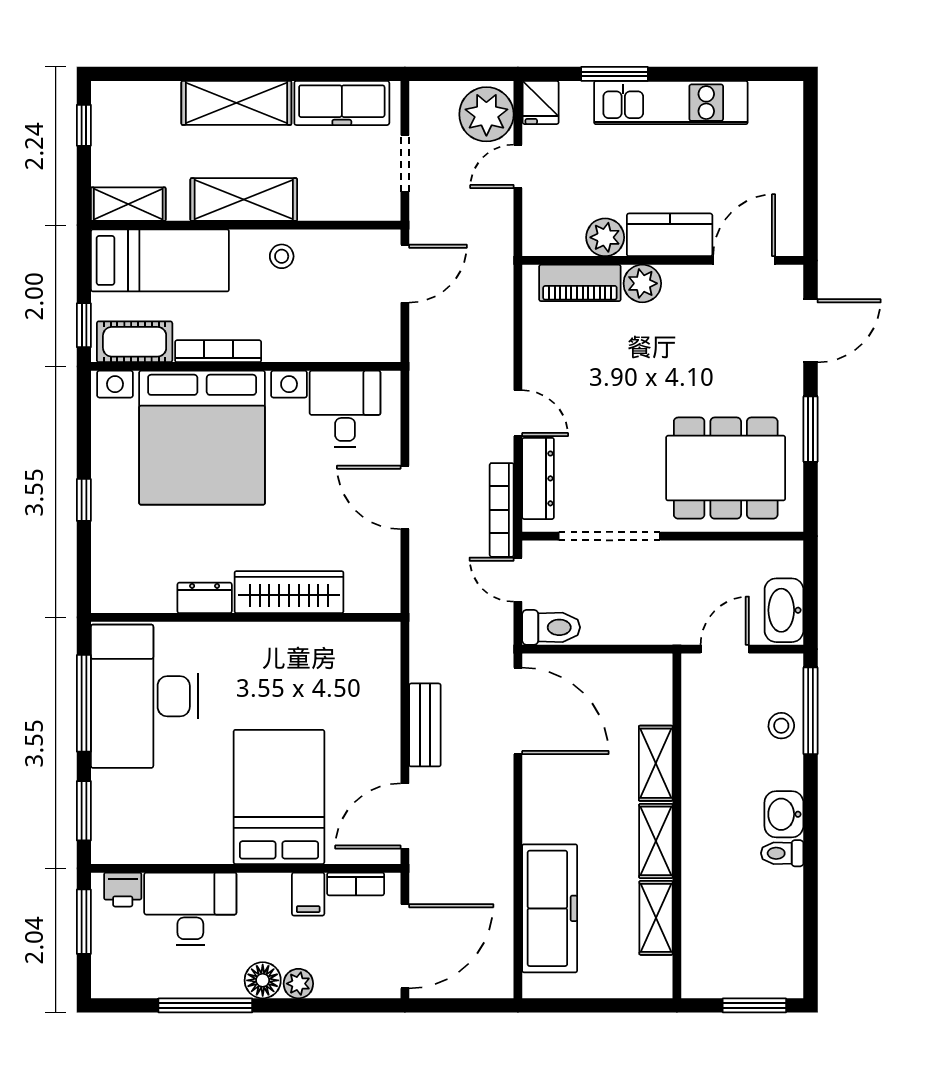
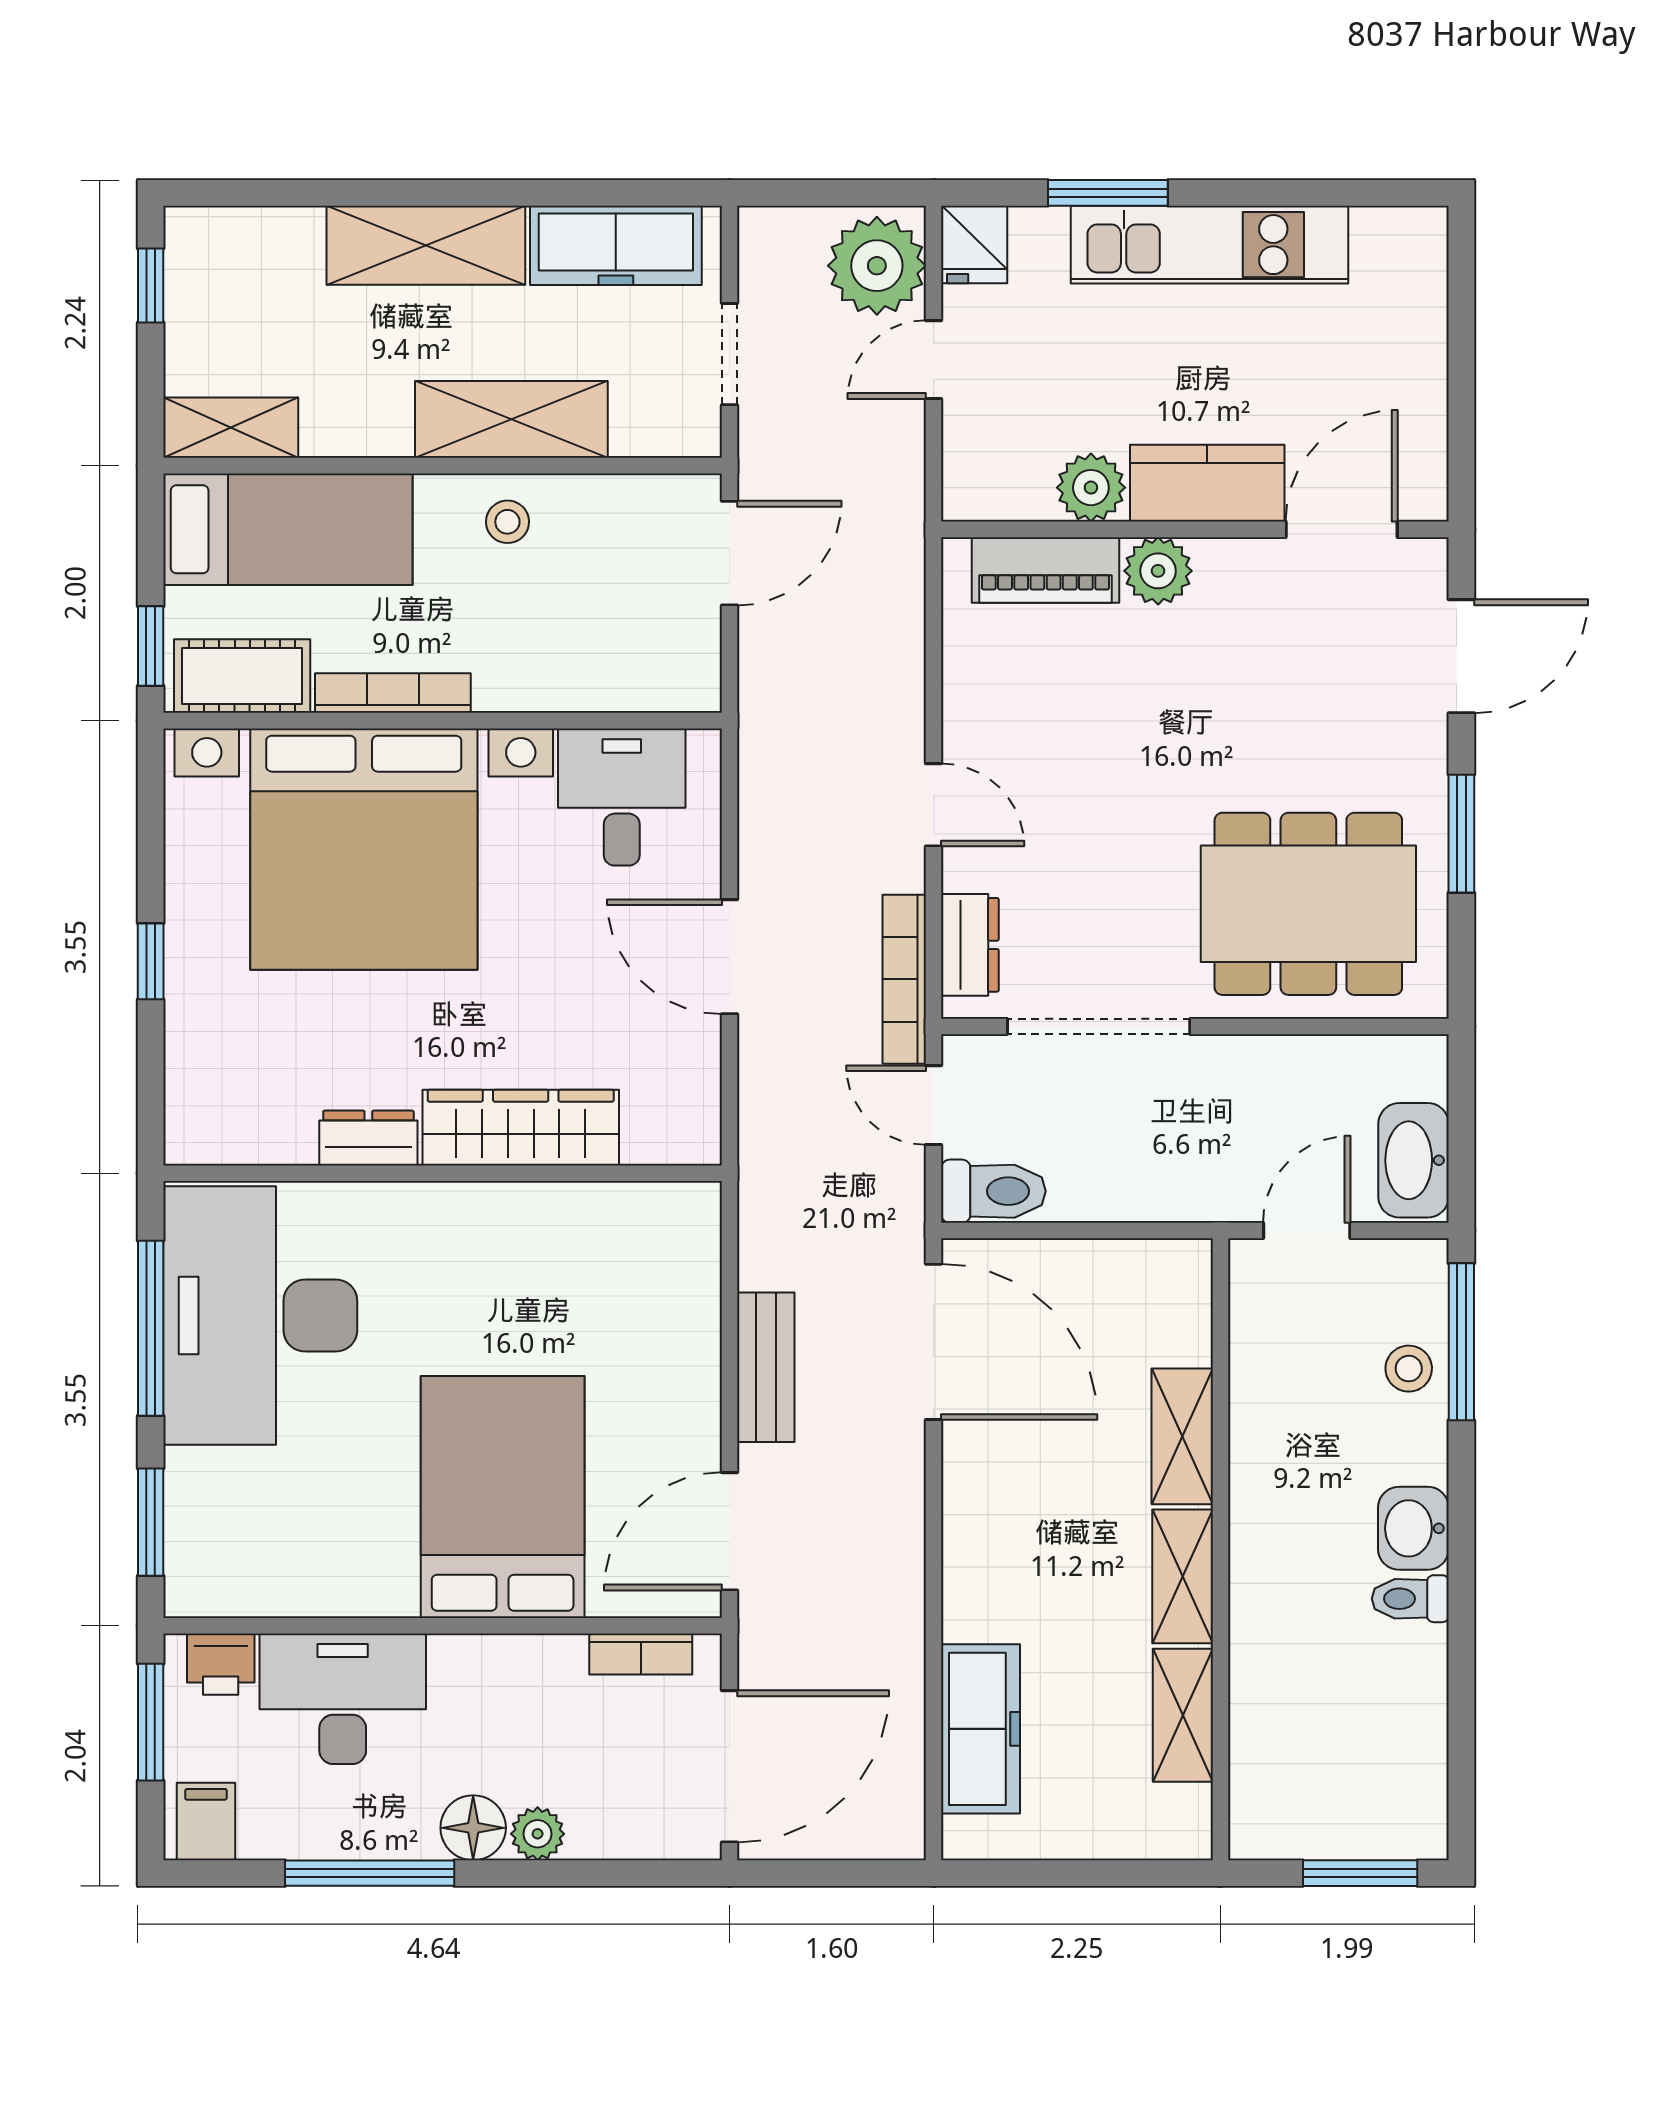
shelving: (244, 200) -> (511, 419), moved
dresser: (538, 478) -> (970, 945), width x0.70
filing cabinet: (308, 894) -> (206, 1822), moved, turned 180
freezer: (550, 908) -> (981, 1729), width x0.73, depth x0.79

